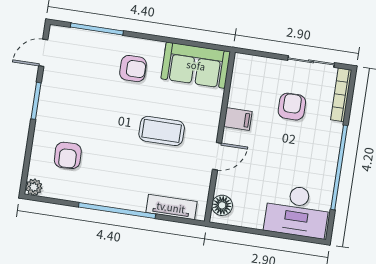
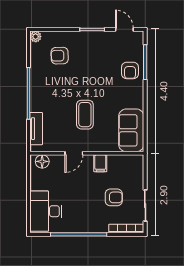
armchair: (133, 69) -> (130, 70), moved
door: (217, 156) -> (74, 153), hinge flipped

